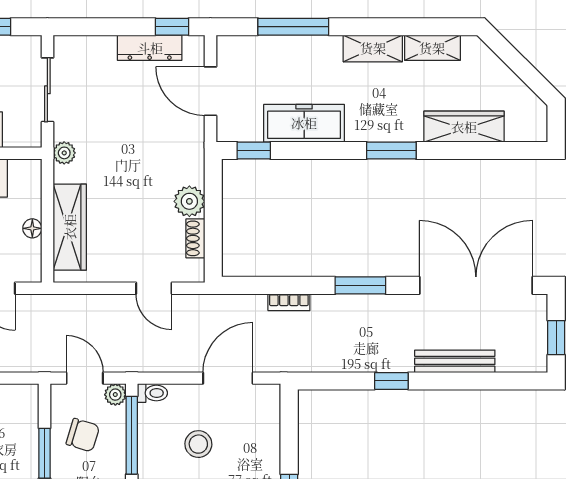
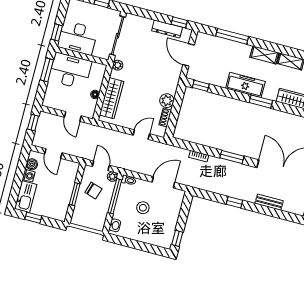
sliding door: (47, 90) -> (118, 36), width x1.37
freezer: (304, 123) -> (245, 85), moved
door: (154, 288) -> (141, 135), swing flipped
bench: (455, 361) -> (269, 202), width x0.73

